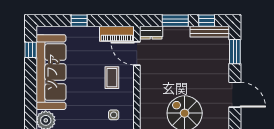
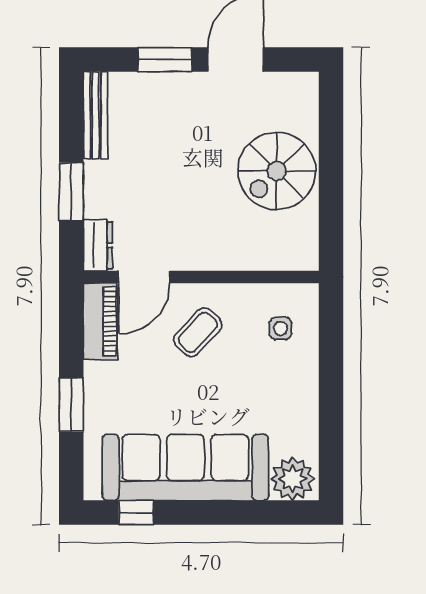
window: (79, 21) -> (71, 405), width x1.50
window: (207, 21) -> (71, 122), removed
window: (235, 52) -> (165, 59), moved
coffee table: (112, 78) -> (198, 332), turned -47

